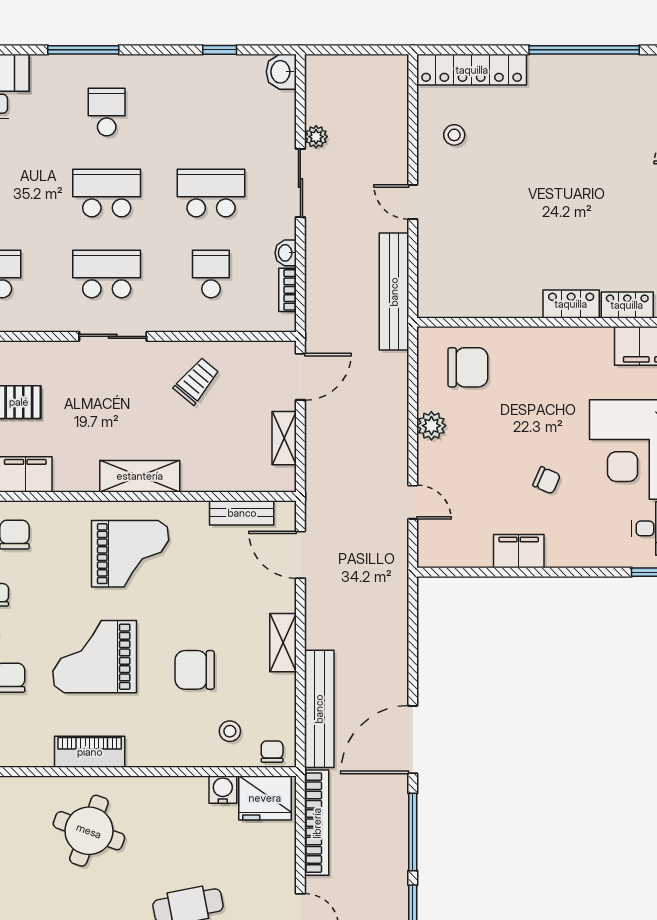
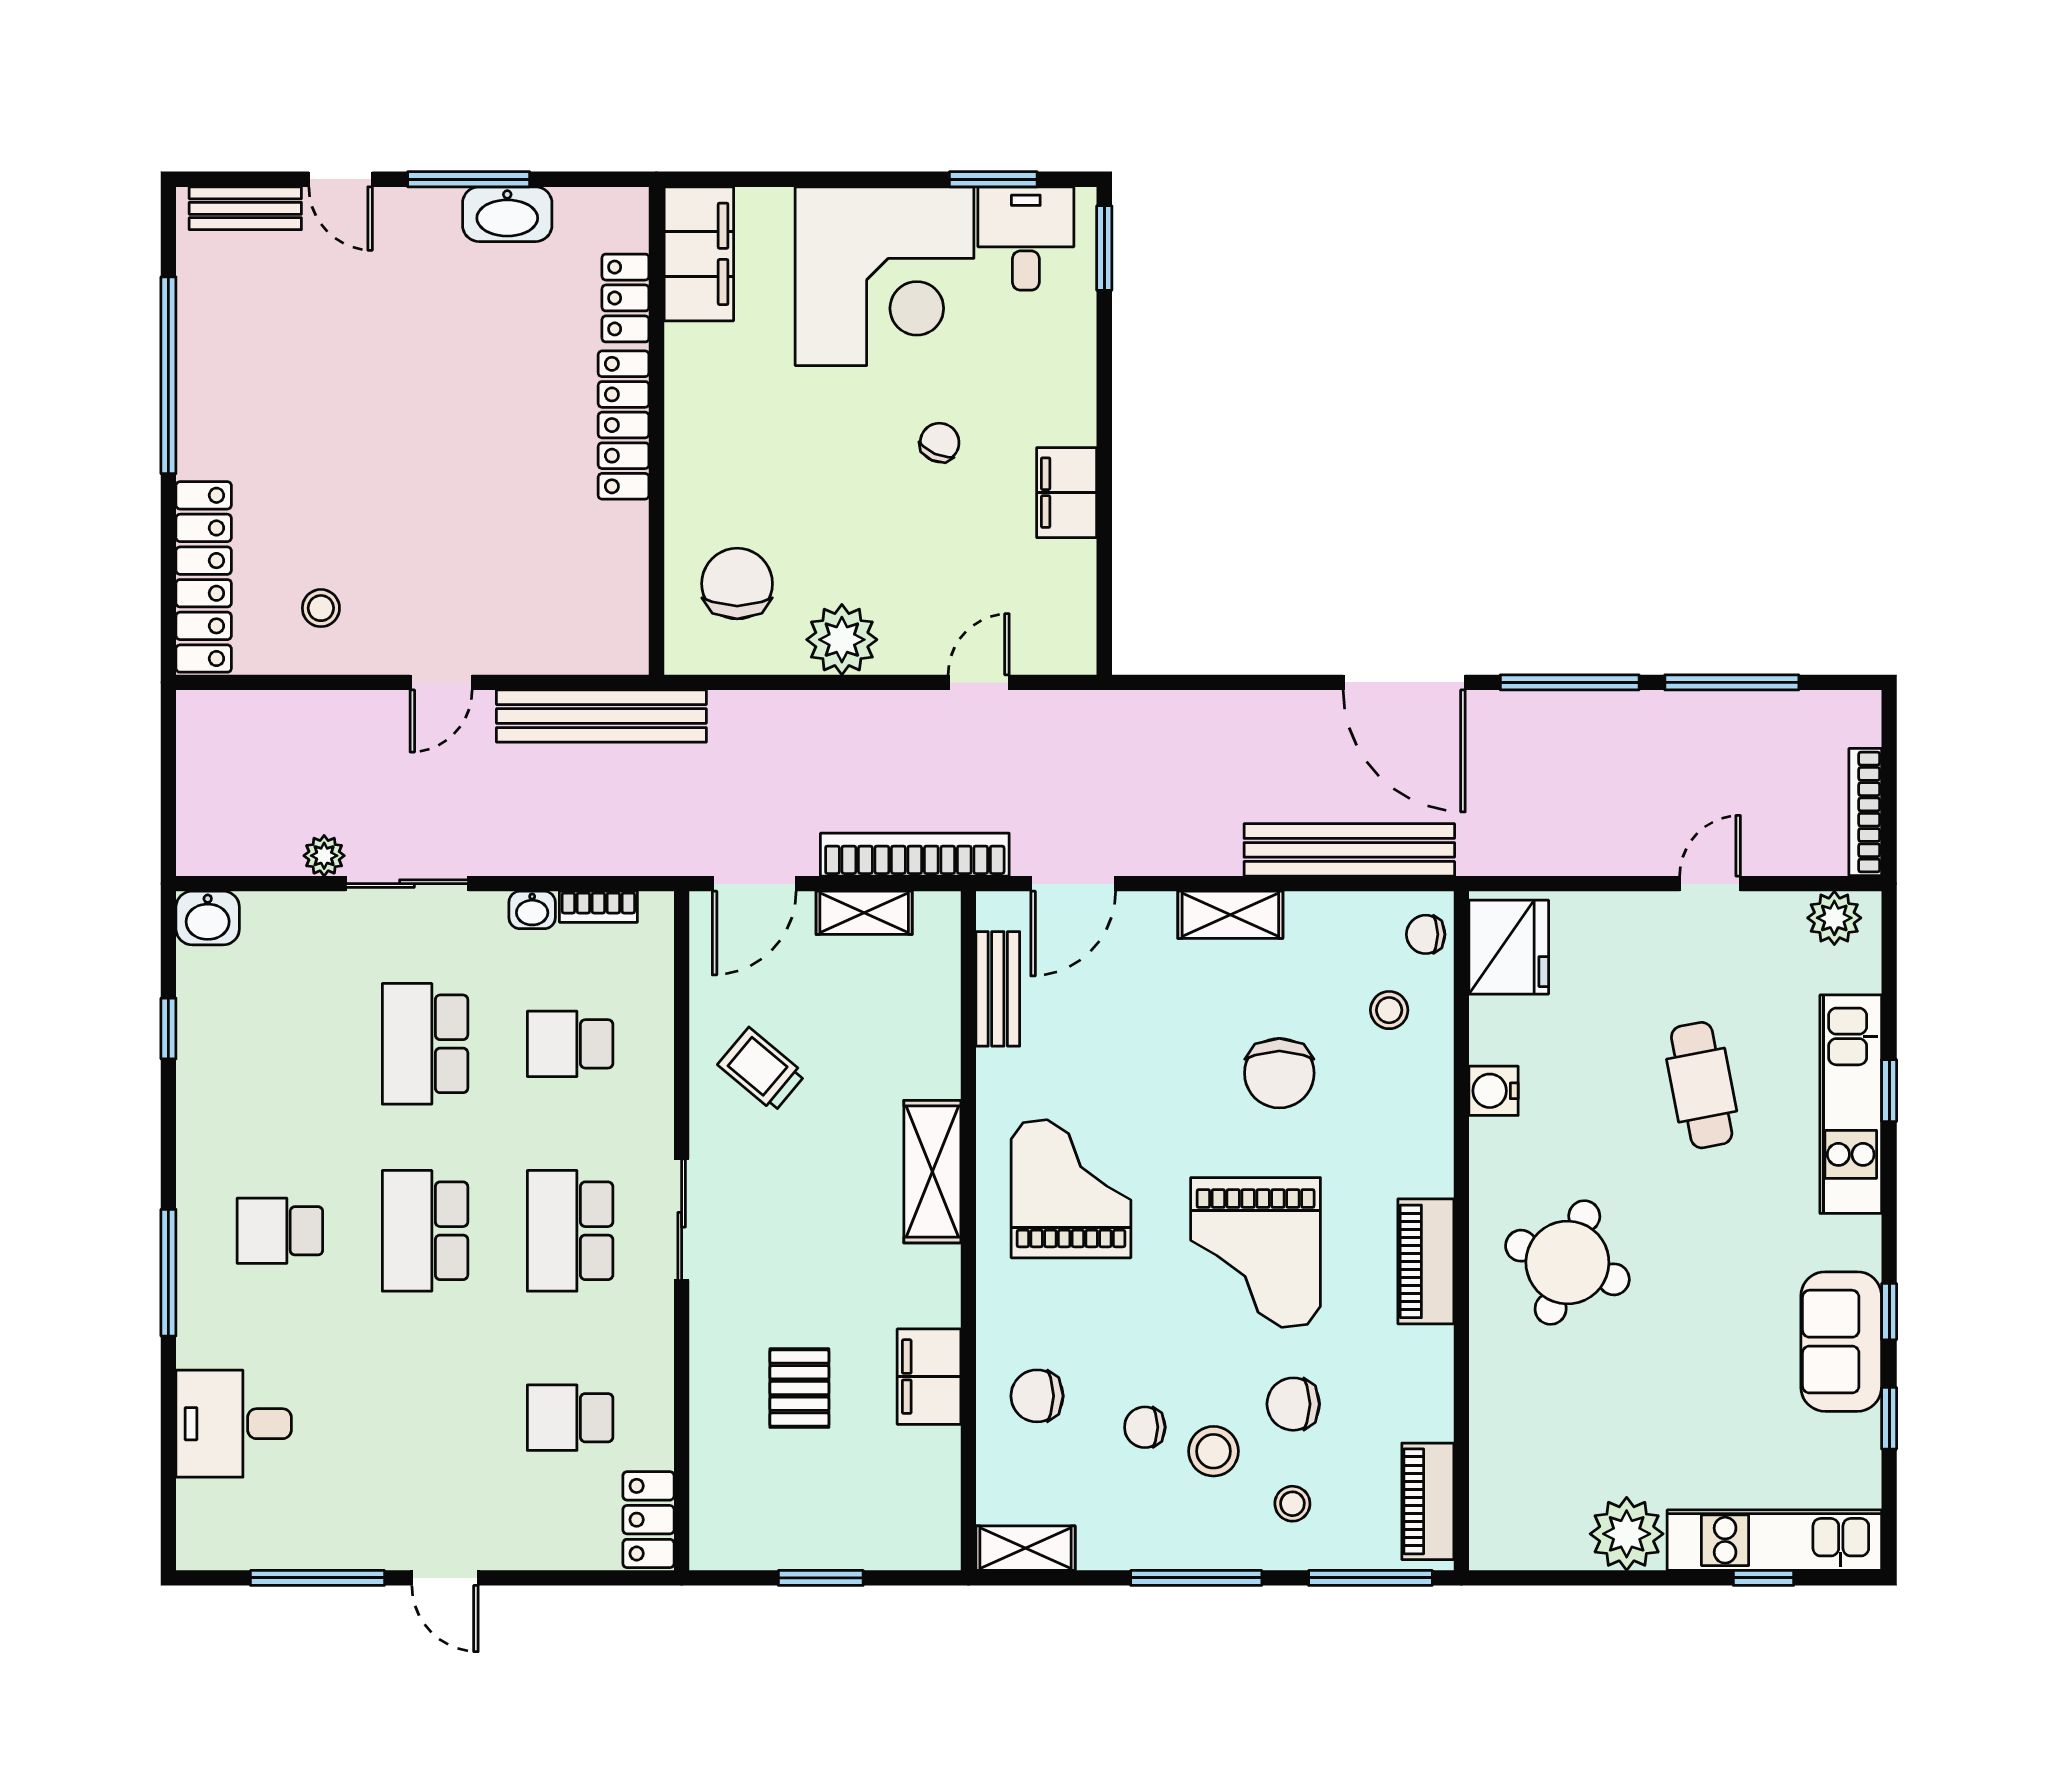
locker: (571, 304) -> (624, 425), width x1.53
door: (300, 377) -> (754, 884), swing flipped
plant: (431, 426) -> (842, 640), width x1.36, depth x1.36
water cooler: (223, 790) -> (1494, 1091), moved
bookcase: (317, 823) -> (915, 855), moved

